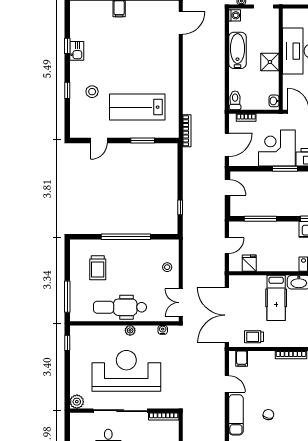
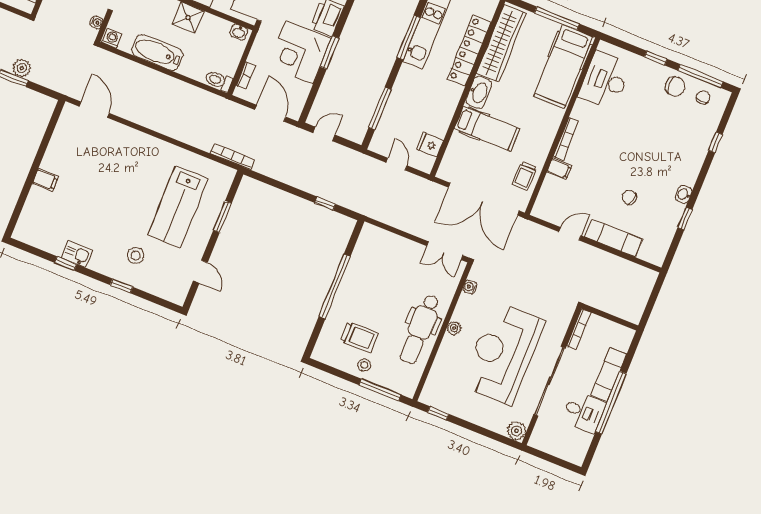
stool: (167, 267) -> (364, 365), moved
filing cabinet: (242, 359) -> (559, 169), moved

